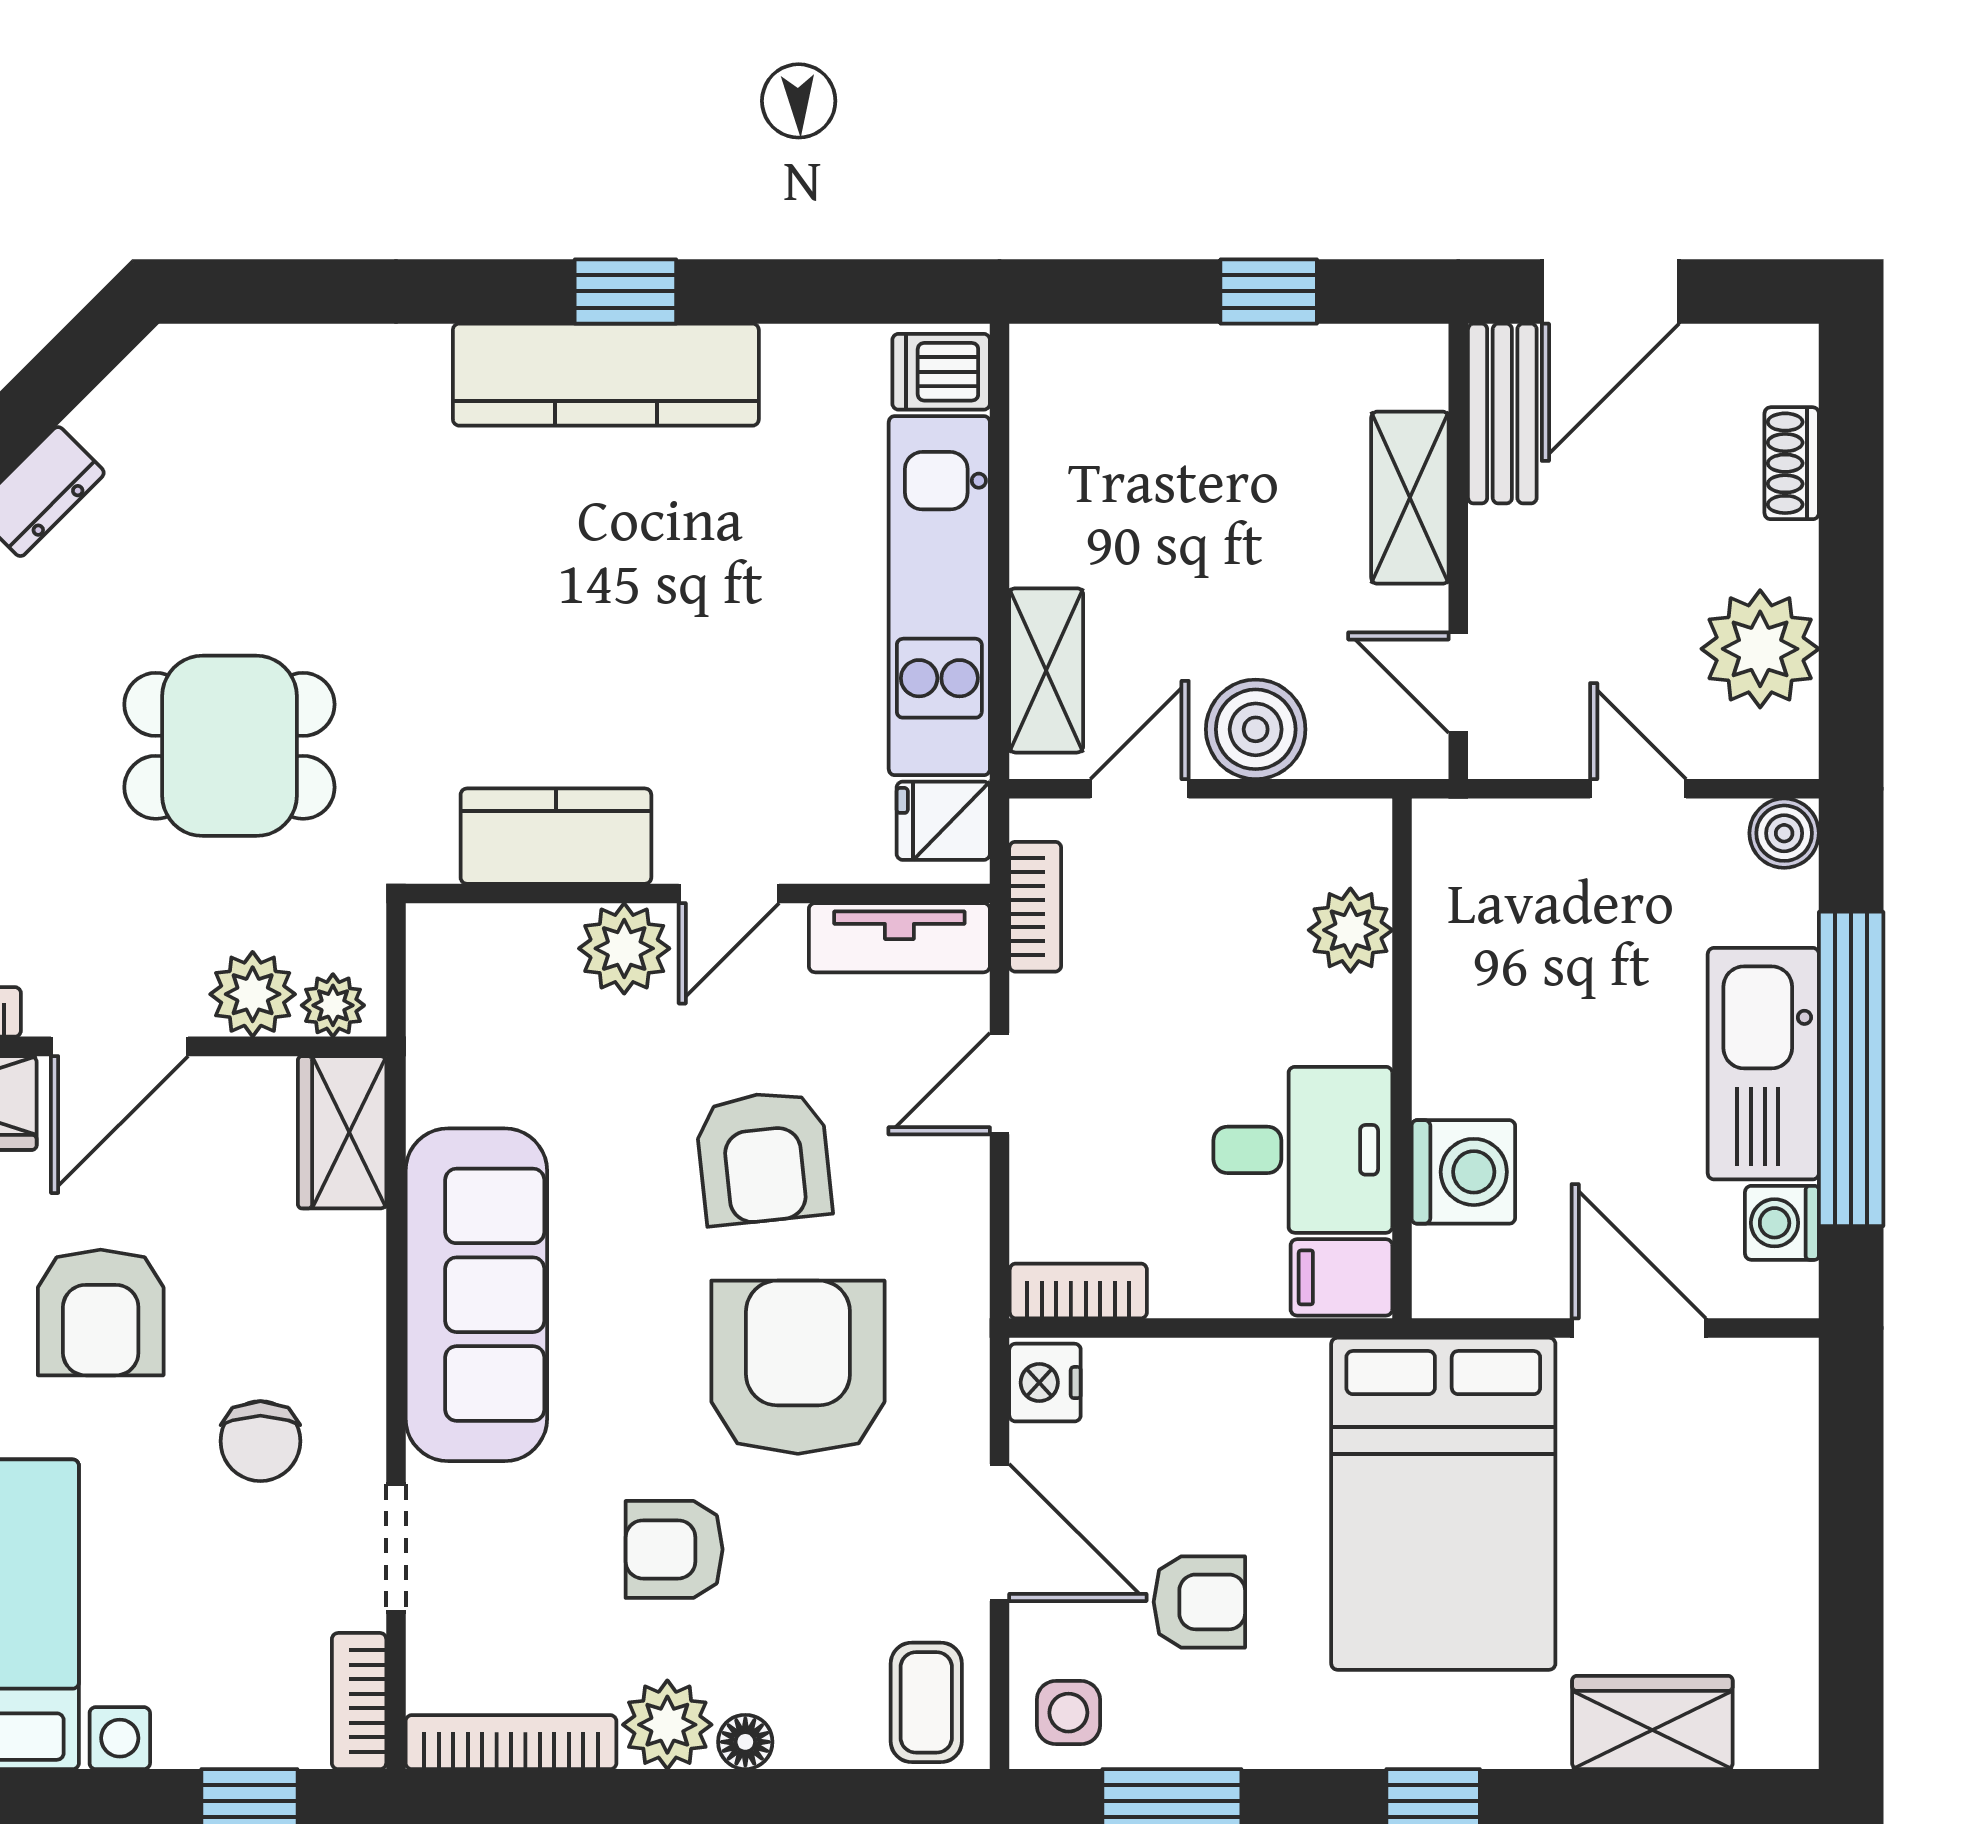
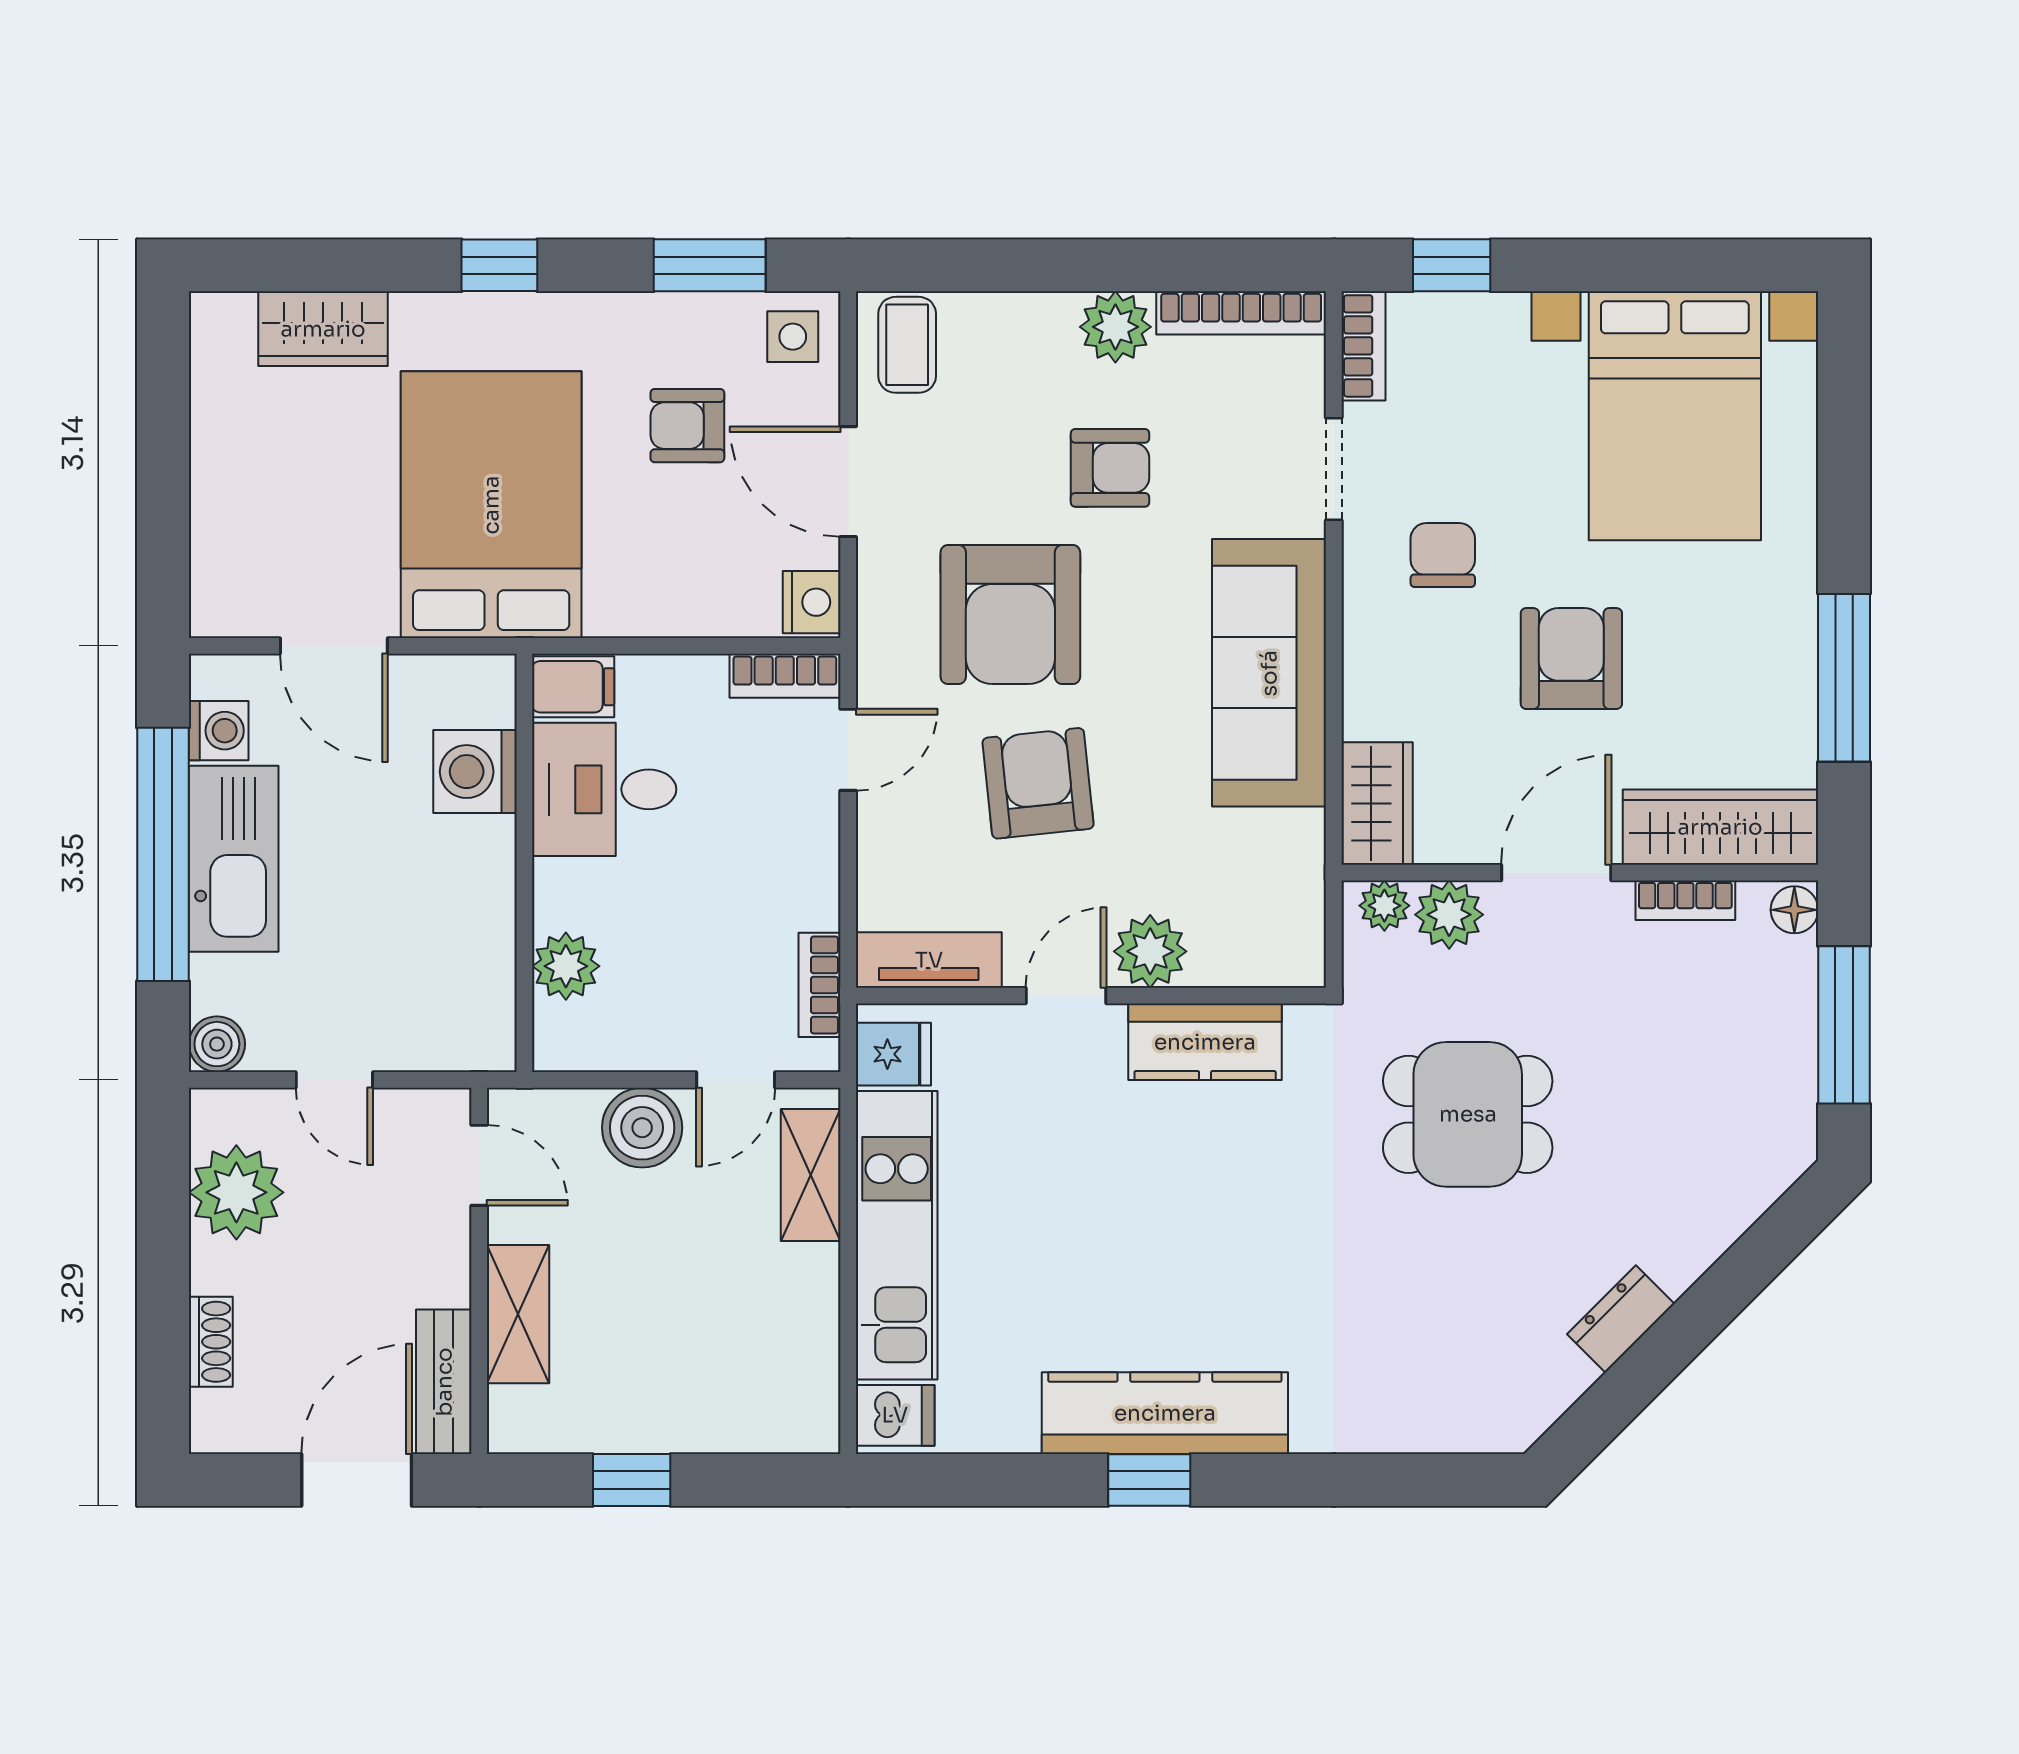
door: (1000, 1084) -> (848, 750), moved
floor lamp: (745, 1742) -> (1053, 313), removed

